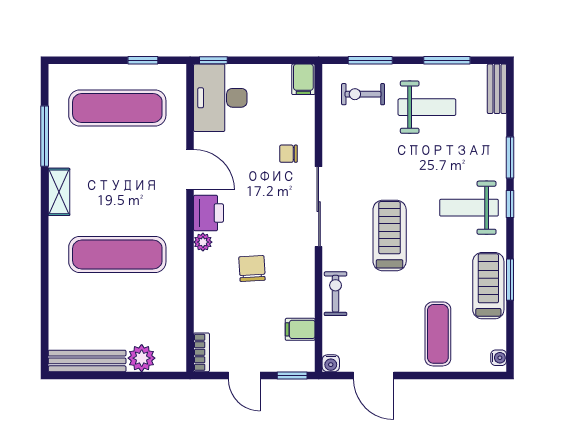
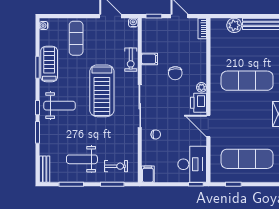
treadmill: (390, 235) -> (102, 91), width x1.37, depth x1.38
treadmill: (488, 286) -> (49, 64), turned 180
filing cabinet: (300, 329) -> (150, 59), moved

